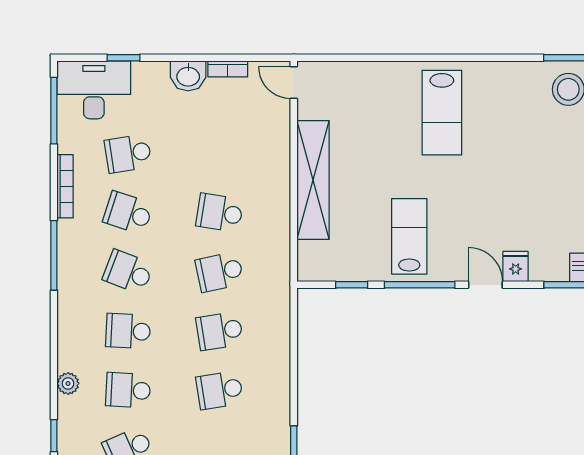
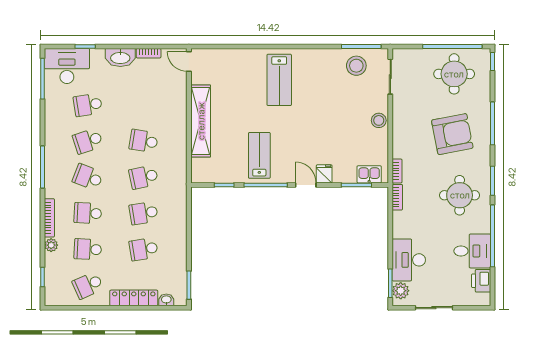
washbasin: (188, 76) -> (120, 57), width x1.38
bookcase: (65, 186) -> (49, 218), moved
school desk: (128, 213) -> (88, 141), turned -36

